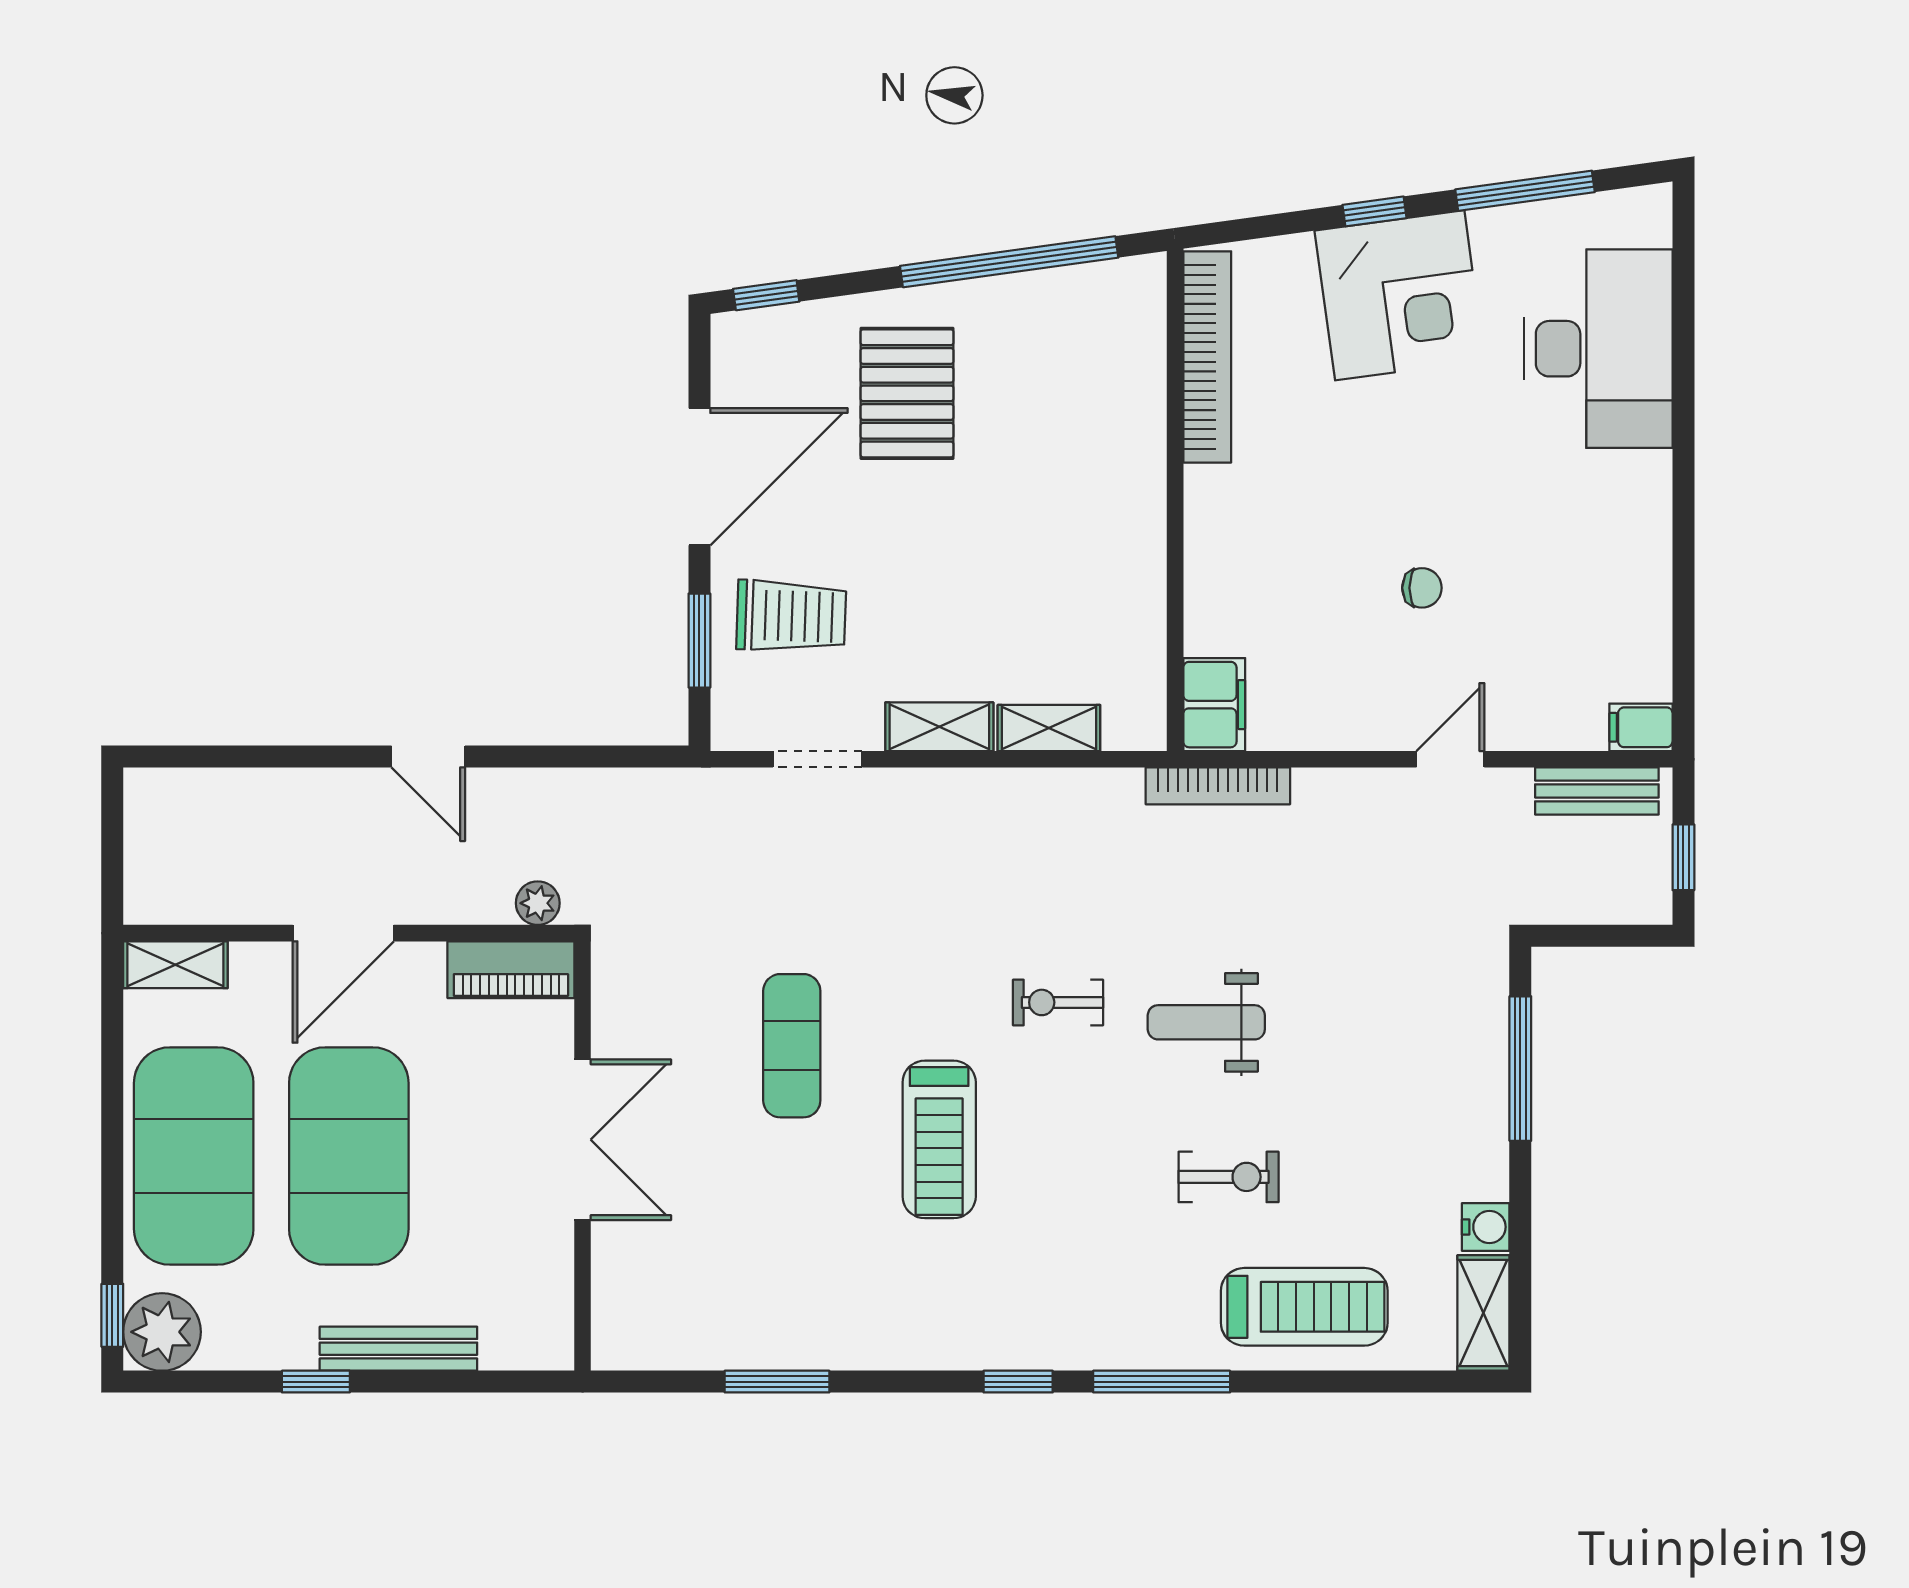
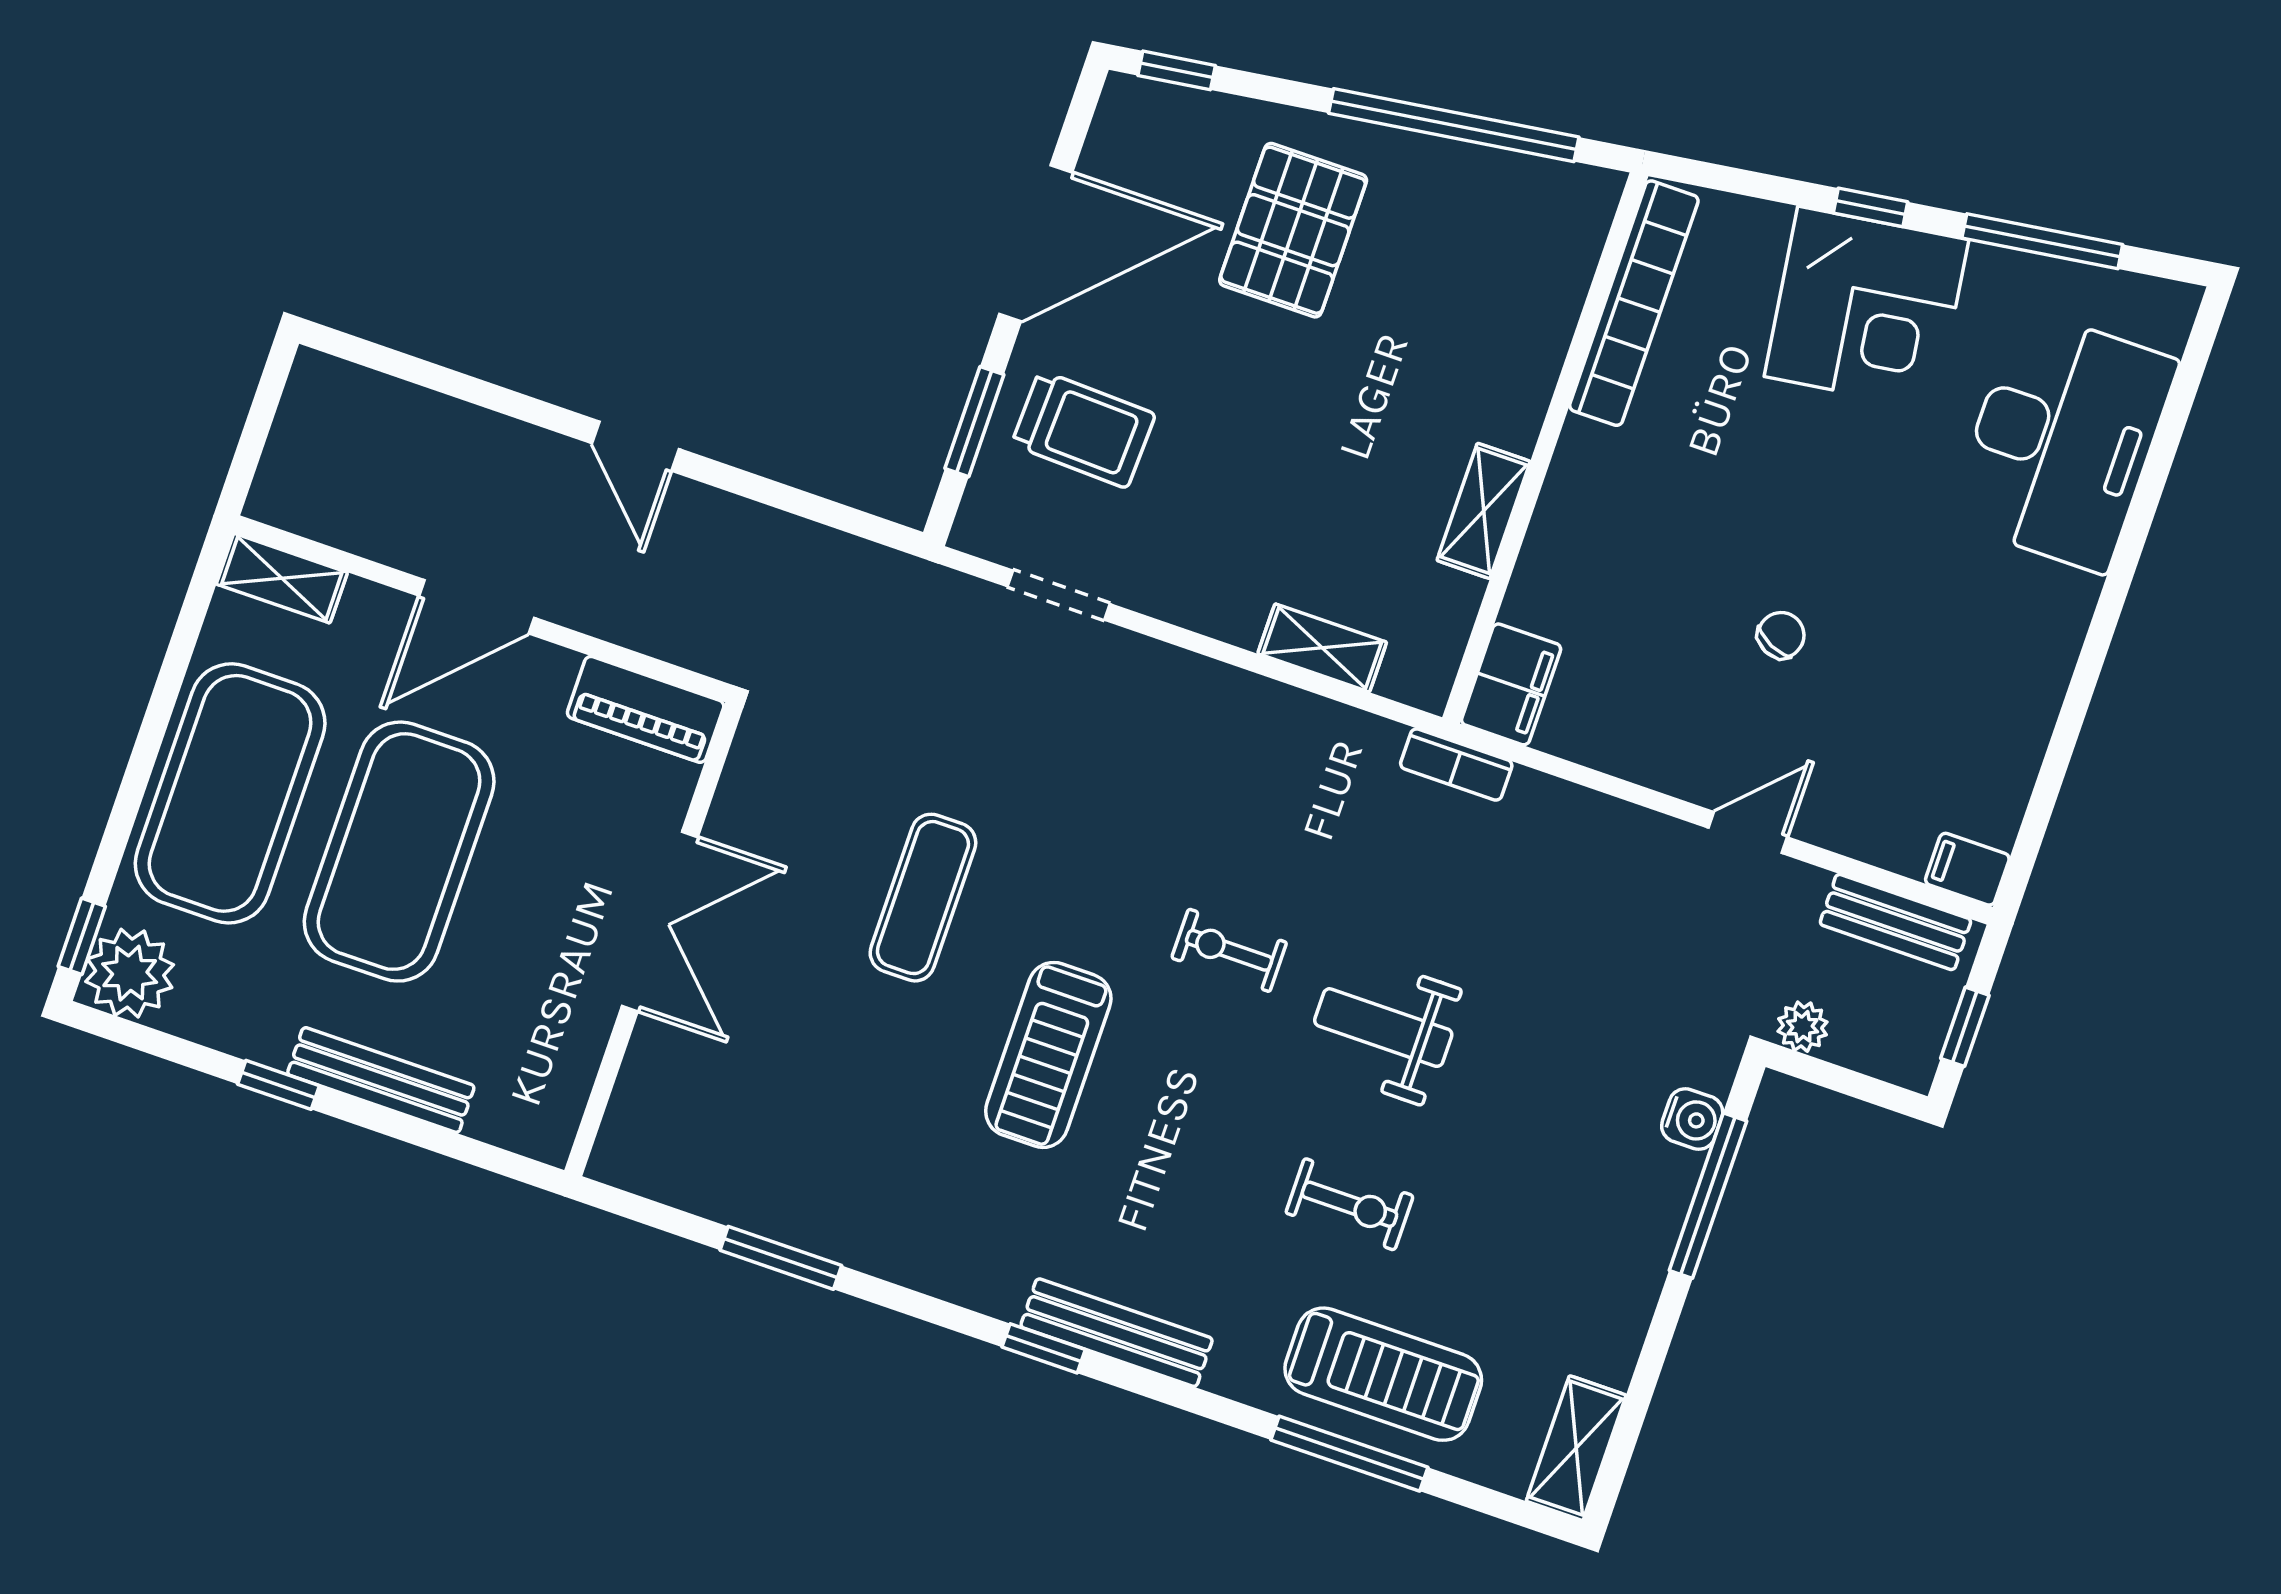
chair: (1422, 588) -> (1781, 635), turned -65
shelving: (939, 727) -> (1484, 511), moved, turned 90
bookcase: (1218, 786) -> (1456, 765), width x0.64
plant: (538, 903) -> (1803, 1027), moved
water cooler: (1486, 1227) -> (1692, 1119), moved
bench: (1074, 1348) -> (1117, 1333), added
window: (1162, 1382) -> (1349, 1454), moved

